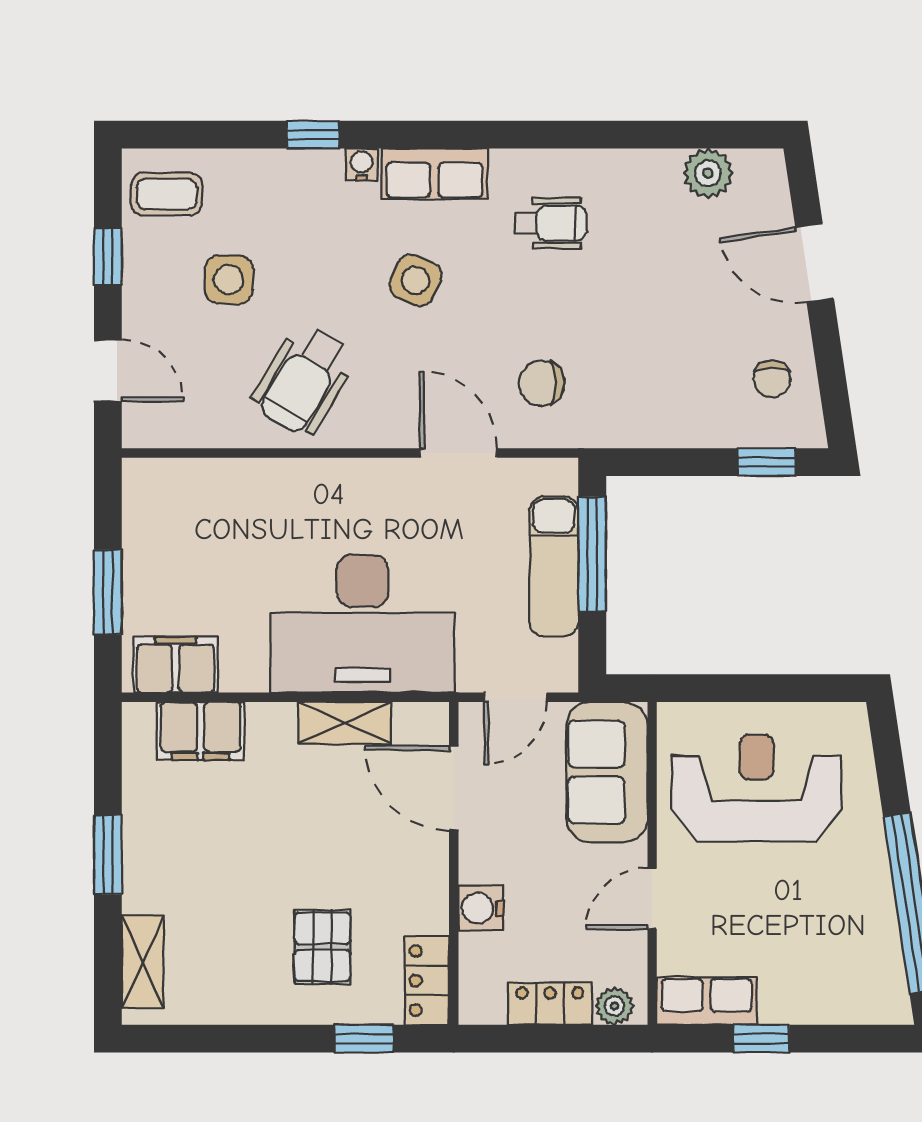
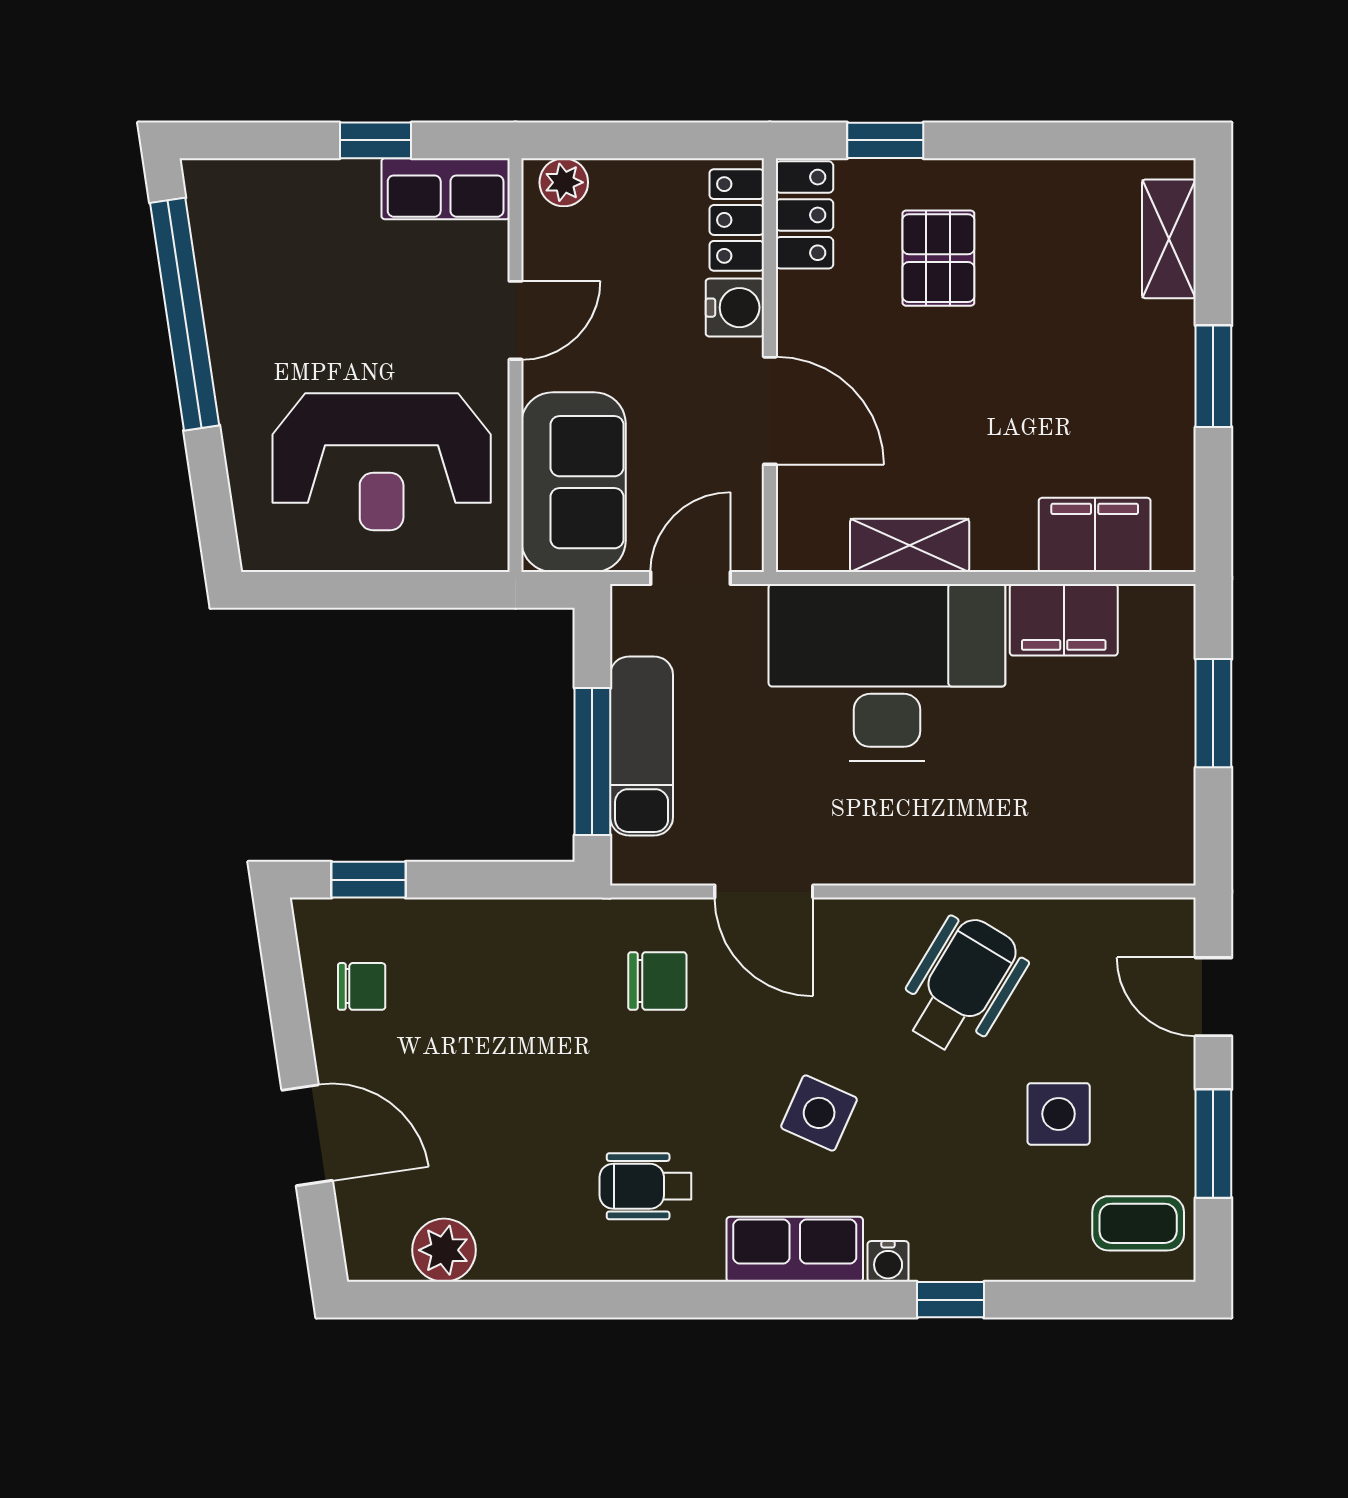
window: (108, 256) -> (1213, 1144), width x1.50
chair: (772, 379) -> (362, 986), turned 90
filing cabinet: (176, 665) -> (1064, 620), moved
door: (454, 788) -> (770, 411), moved
locker: (550, 1004) -> (737, 220), moved, turned 90

